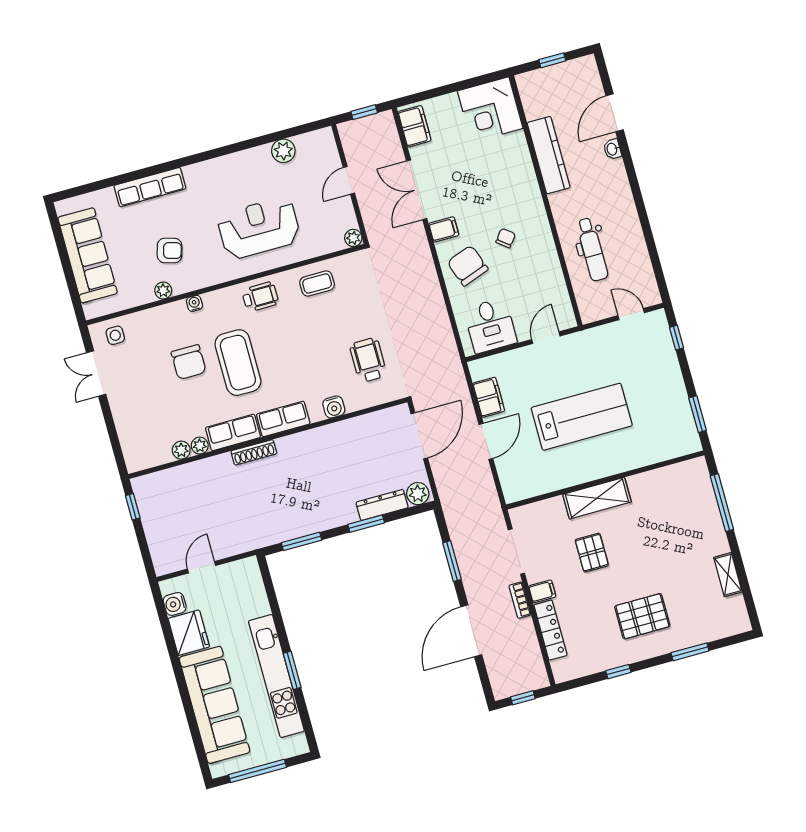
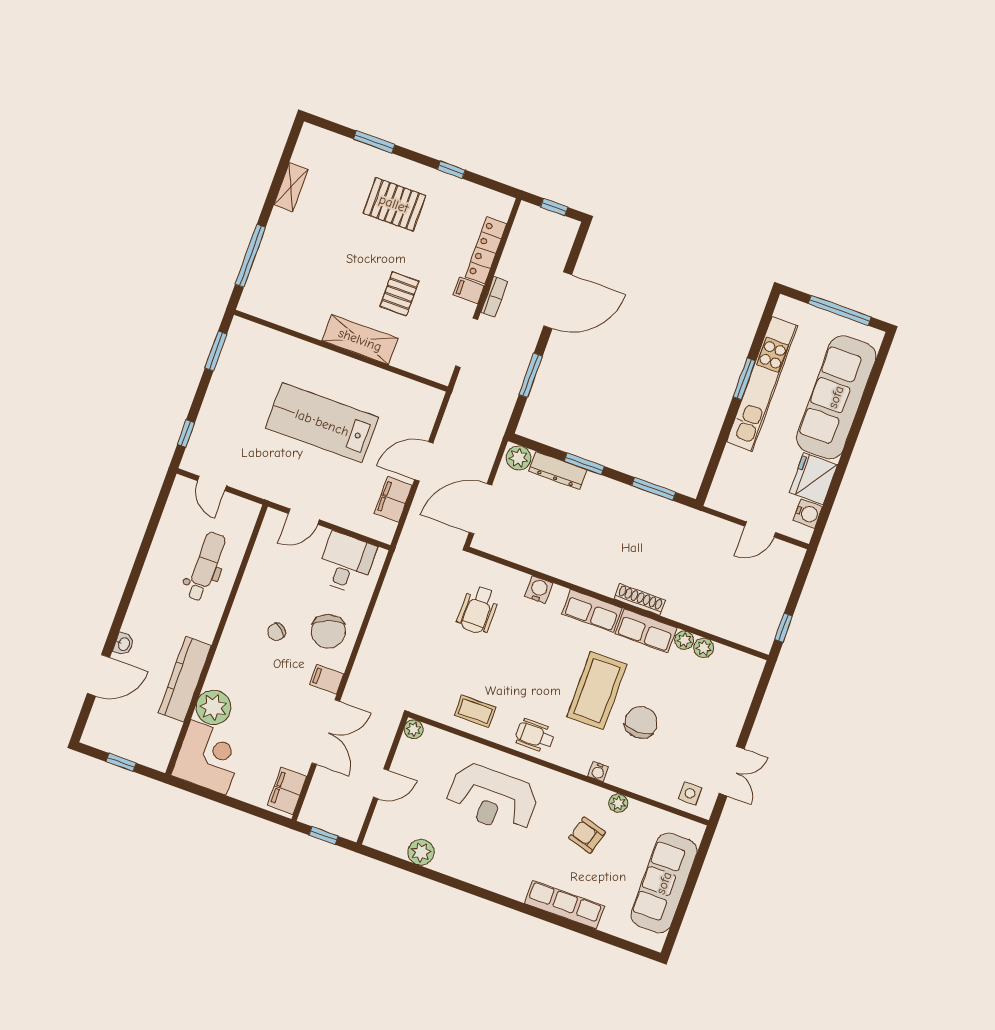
plant: (513, 149) -> (213, 707), added

